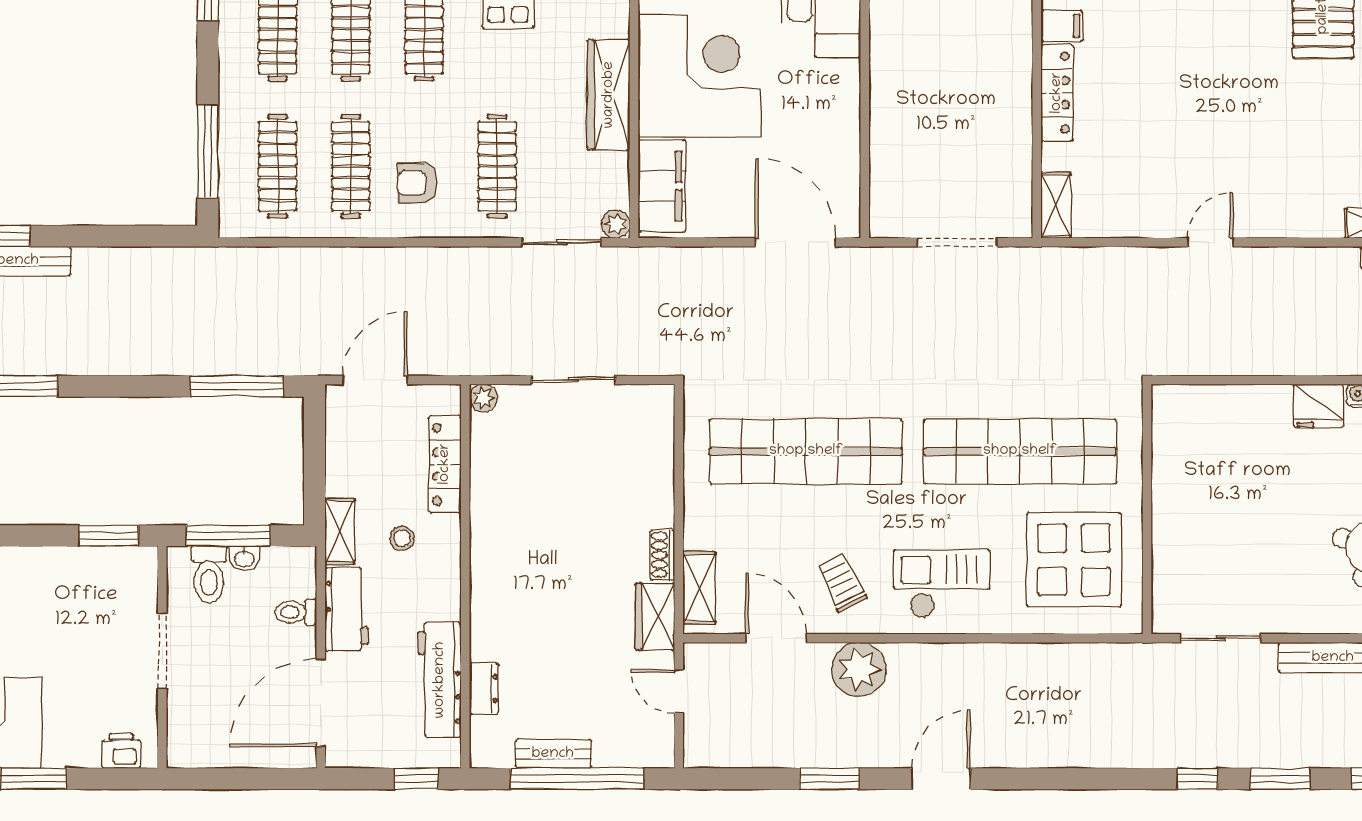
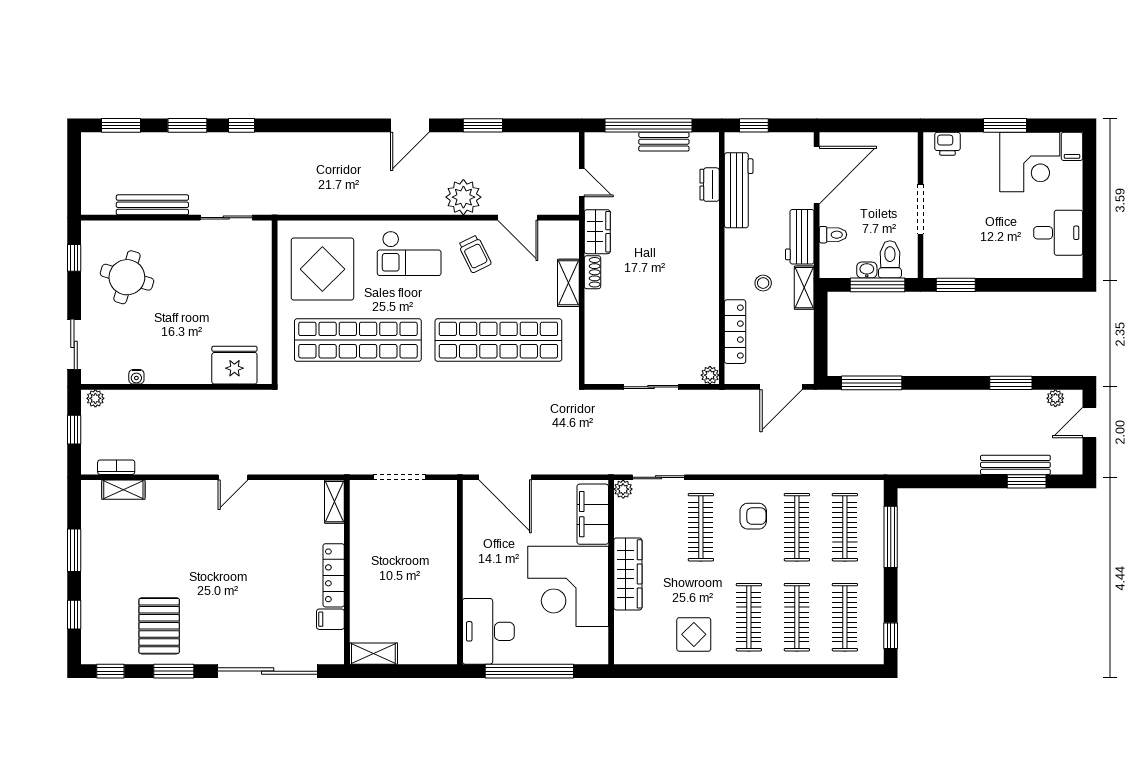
fridge: (1318, 406) -> (234, 365), moved, width x1.36, depth x1.34
shelving: (699, 588) -> (568, 283), moved

